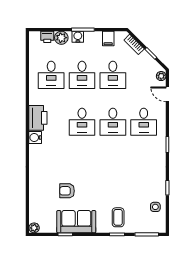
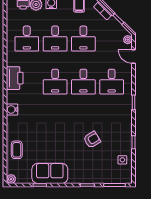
water cooler: (35, 138) -> (12, 109), moved
armchair: (67, 191) -> (92, 140), moved, turned 149
coffee table: (118, 217) -> (17, 150), moved

